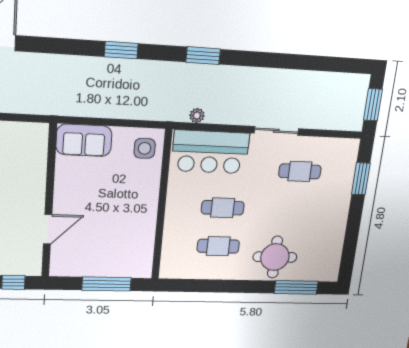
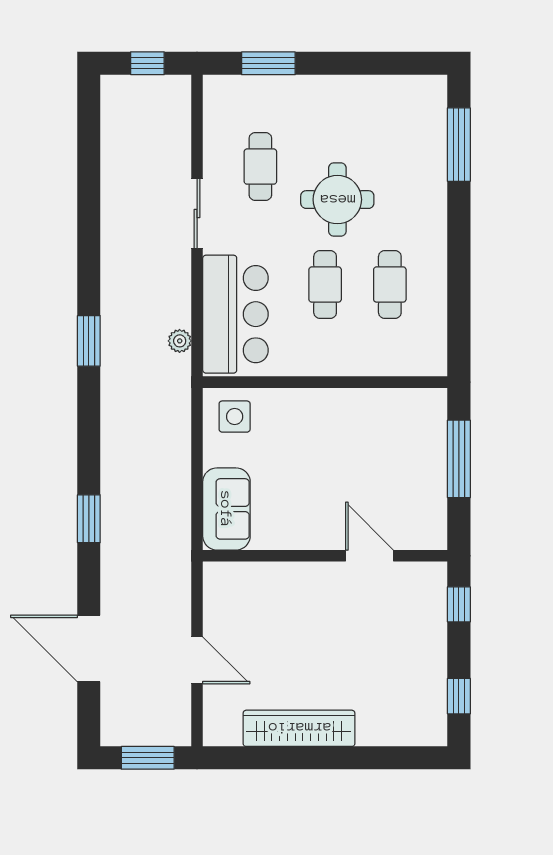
window: (121, 50) -> (89, 519), moved
window: (373, 105) -> (147, 63), width x0.67
round table: (275, 257) -> (337, 200), moved

